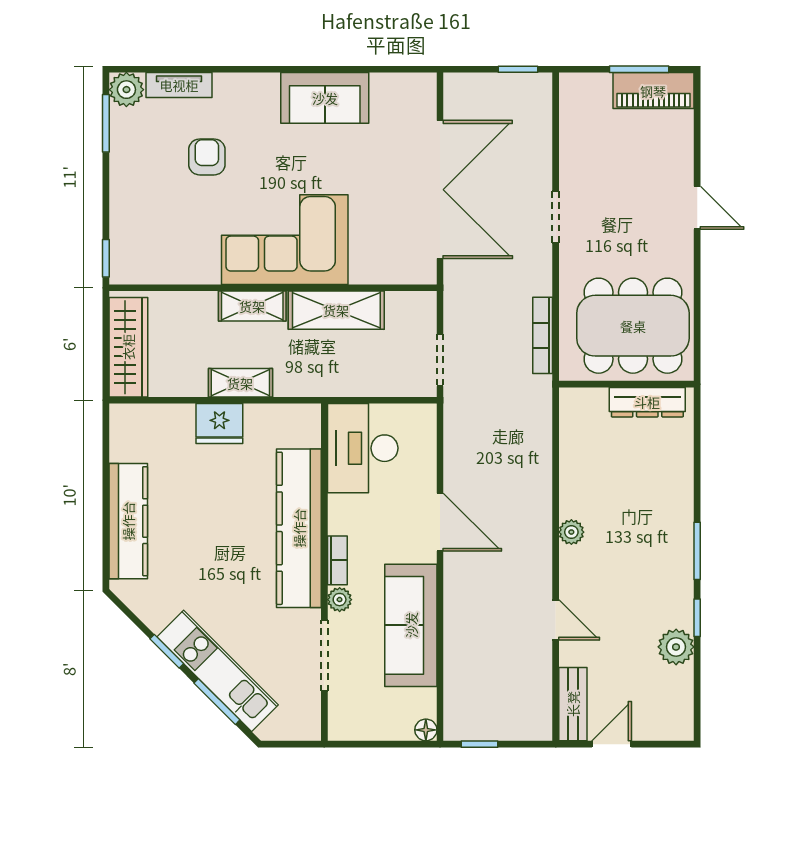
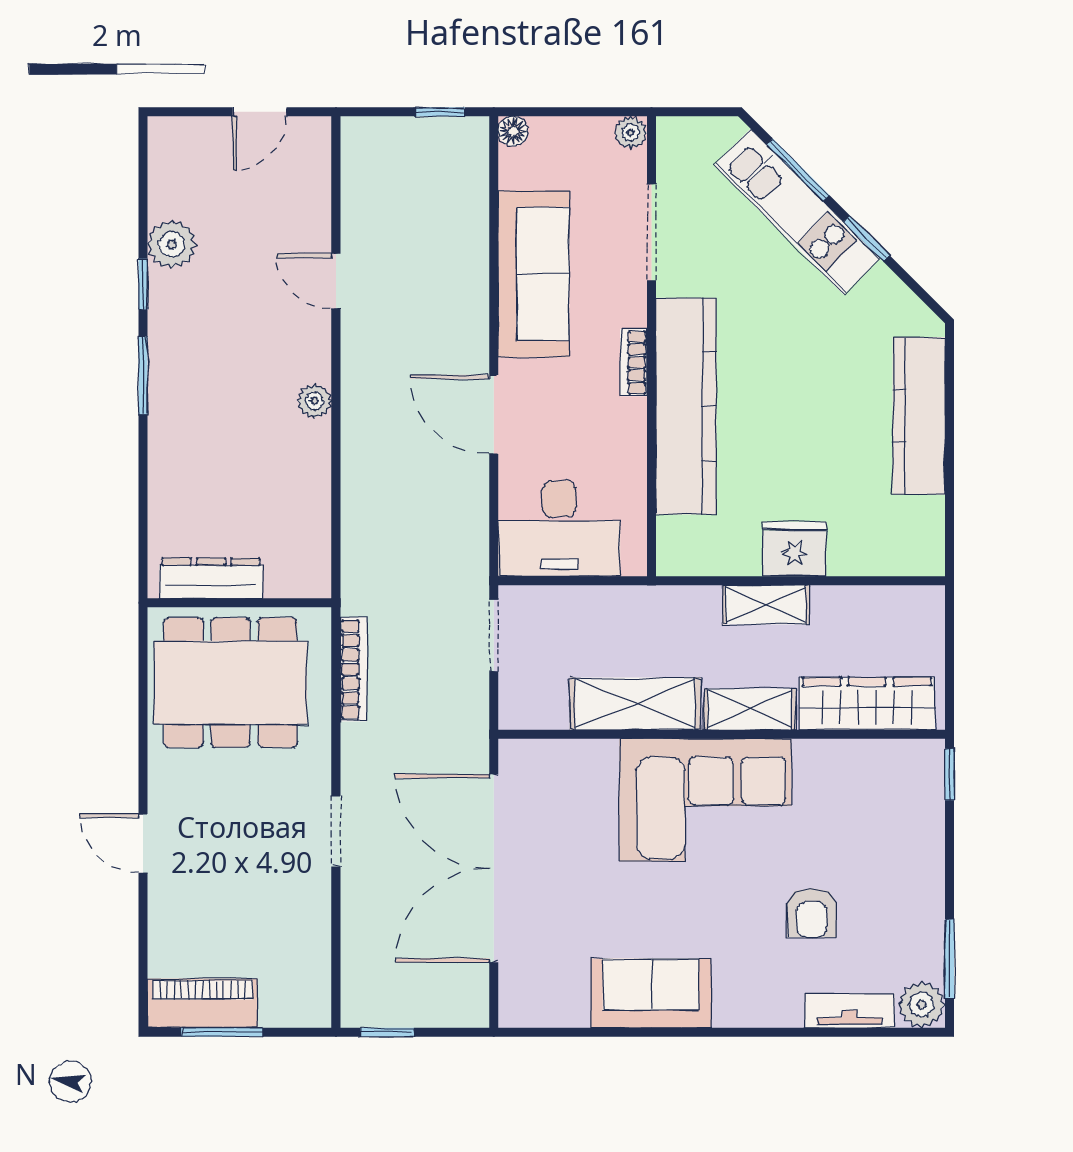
wardrobe: (128, 347) -> (867, 704), moved, turned 90
desk: (363, 448) -> (559, 529), moved, turned 90
plant: (340, 600) -> (631, 133), moved
bench: (573, 704) -> (312, 166), removed

